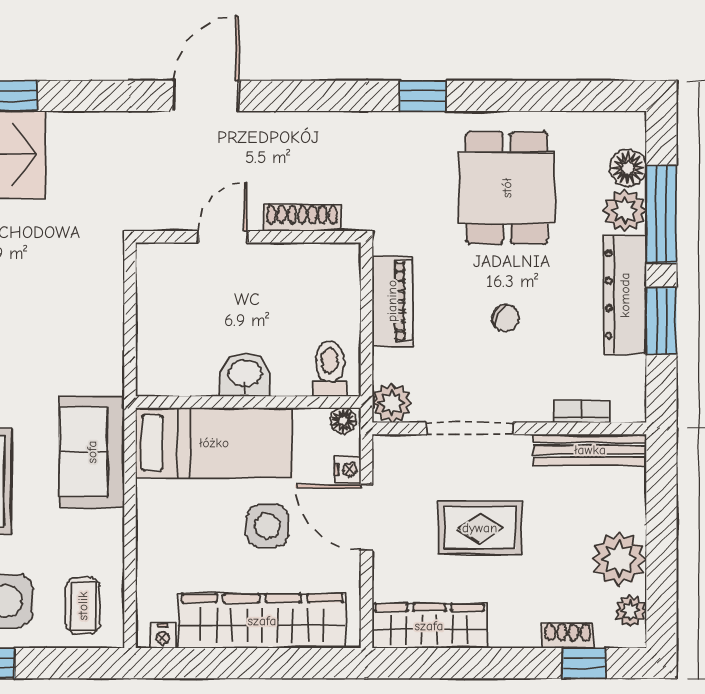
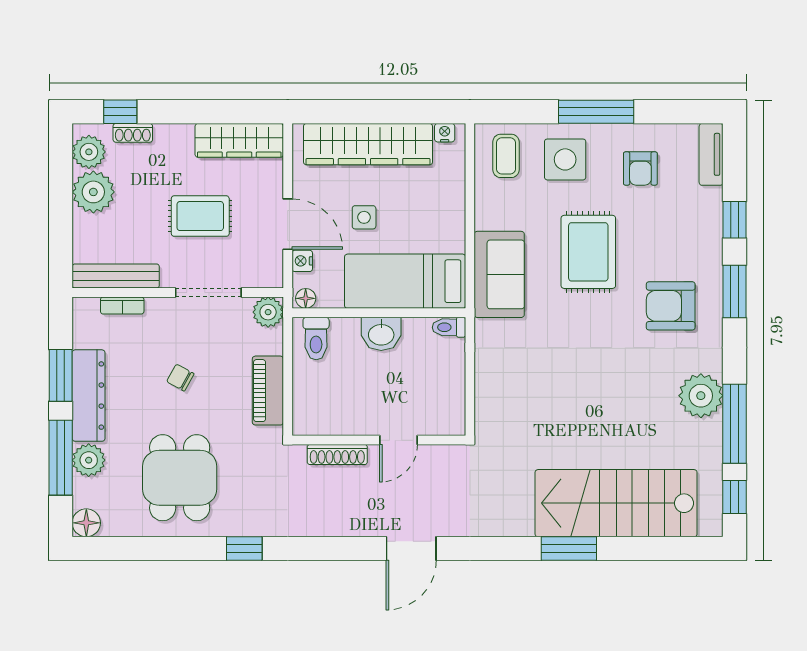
floor lamp: (628, 168) -> (86, 523), moved
toilet: (157, 383) -> (449, 327), added
side table: (267, 526) -> (364, 217), width x0.73, depth x0.73
plant: (631, 611) -> (89, 152), width x1.38, depth x1.38

